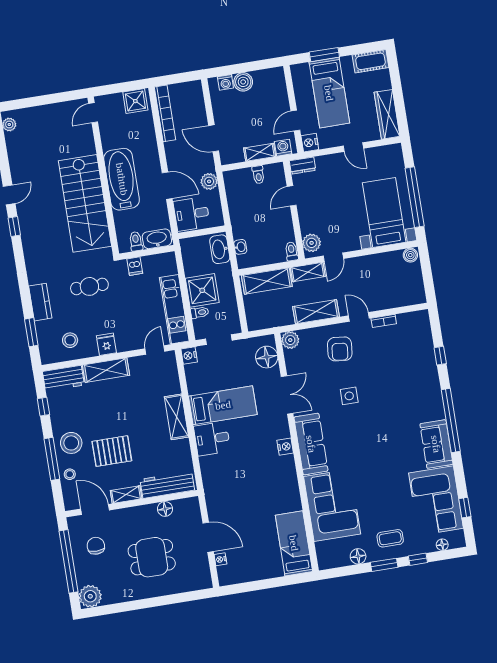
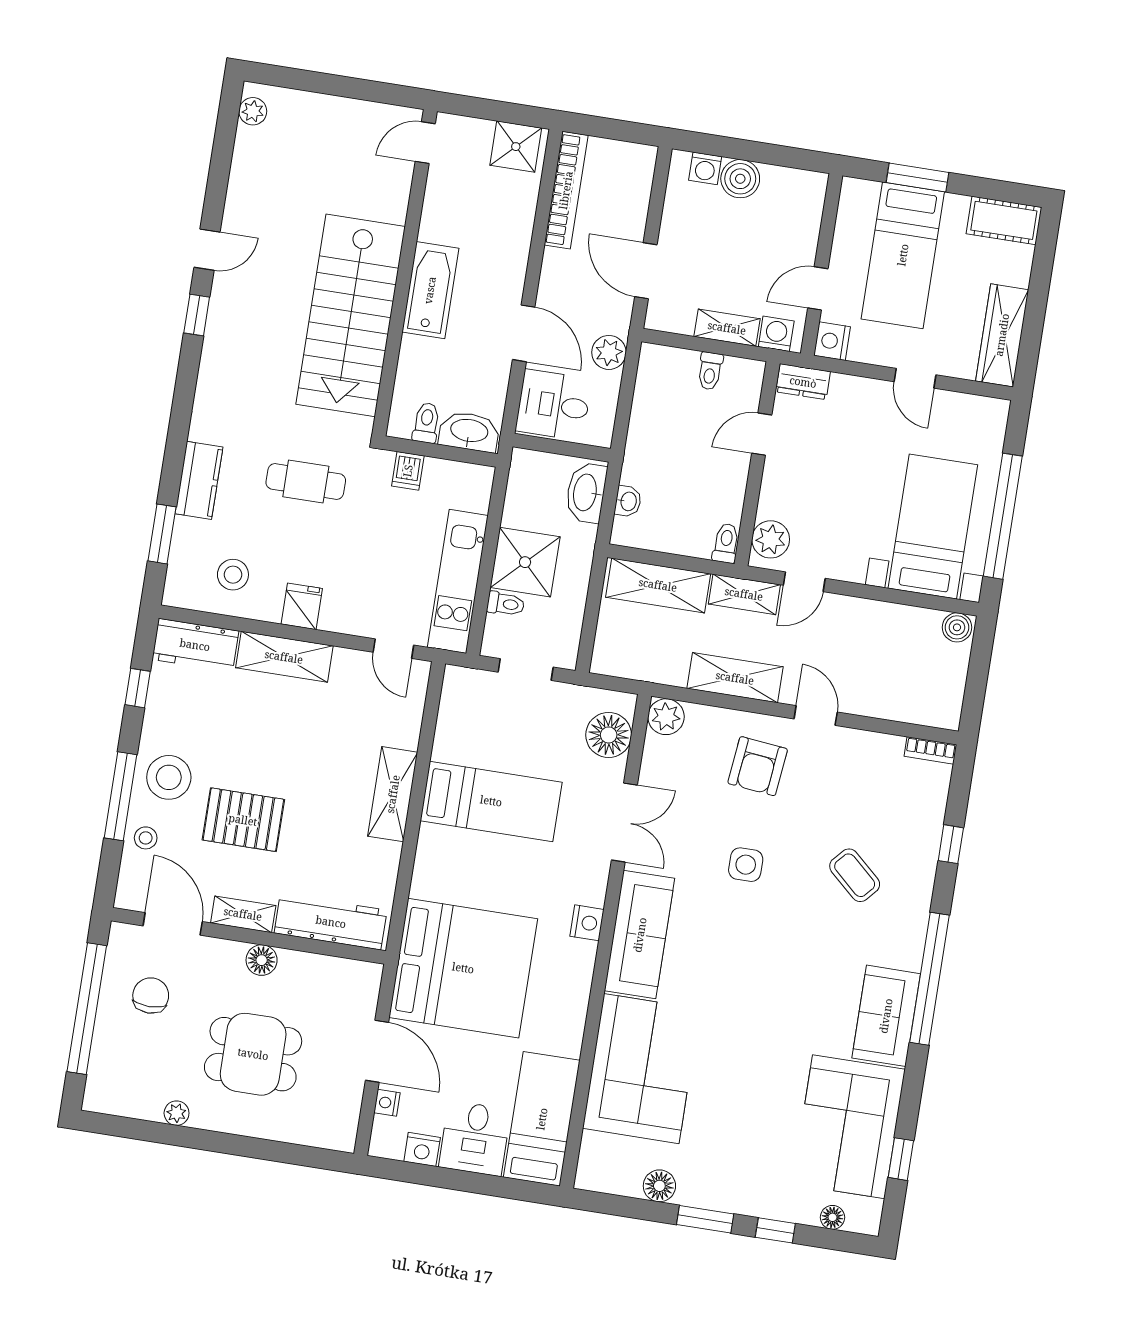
bathtub: (122, 179) -> (430, 290), width x0.73, depth x0.73
bookcase: (384, 321) -> (930, 750), moved
door: (155, 350) -> (393, 649), swing flipped
nightstand: (189, 355) -> (422, 1149), moved, turned -90
desk: (212, 439) -> (475, 1138), moved, turned -90
bed: (235, 486) -> (463, 968), added
floor lamp: (165, 509) -> (262, 960), moved
coffee table: (390, 538) -> (855, 875), moved, turned 42
plant: (90, 596) -> (177, 1113), moved, width x0.53, depth x0.53

